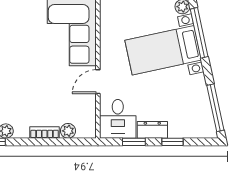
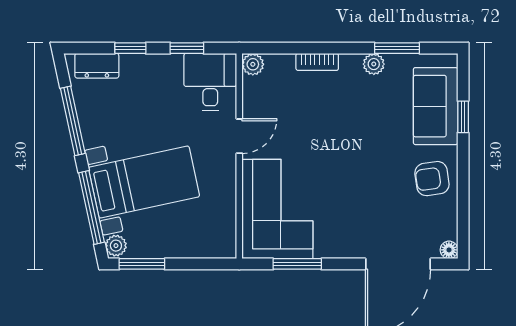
window: (215, 108) -> (73, 121), moved
dresser: (152, 130) -> (97, 66), moved
plant: (68, 131) -> (253, 64), moved

